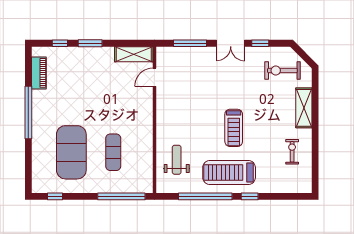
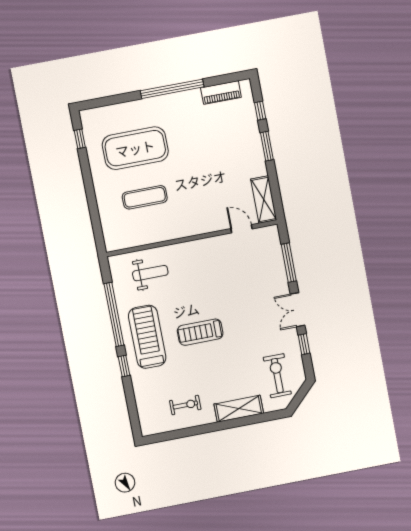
window: (121, 196) -> (95, 217), removed

